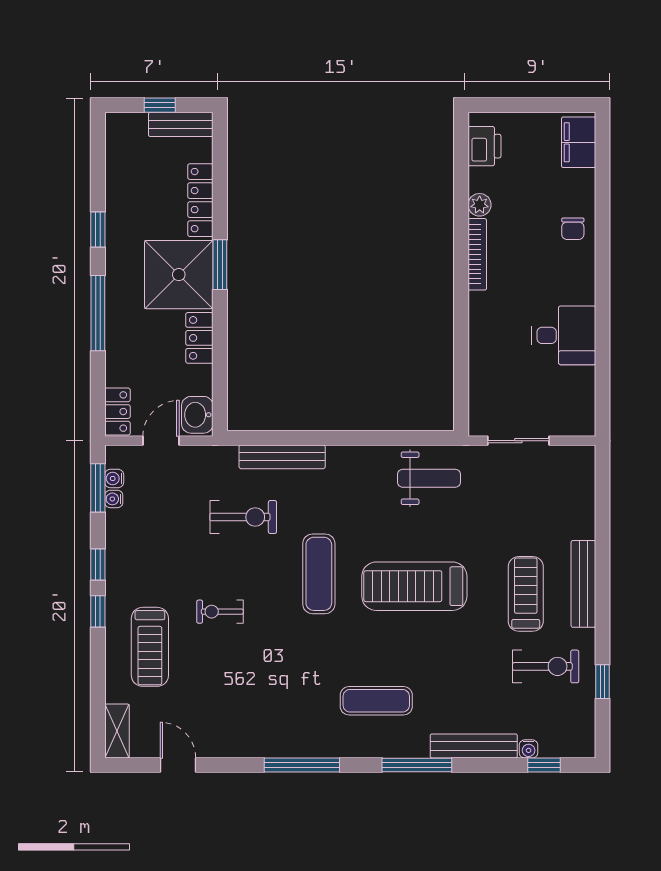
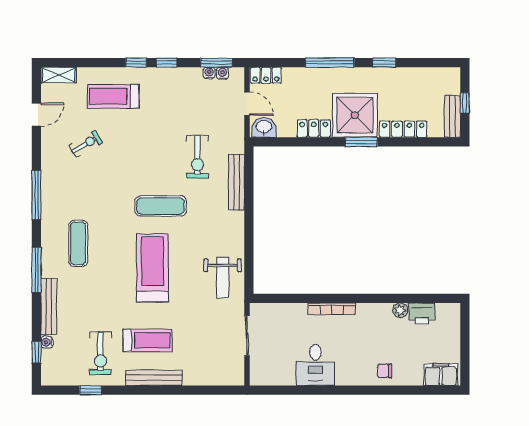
printer: (484, 146) -> (422, 314), moved
bookcase: (477, 254) -> (332, 309), moved
exercise bike: (220, 612) -> (85, 144), moved, turned 60

